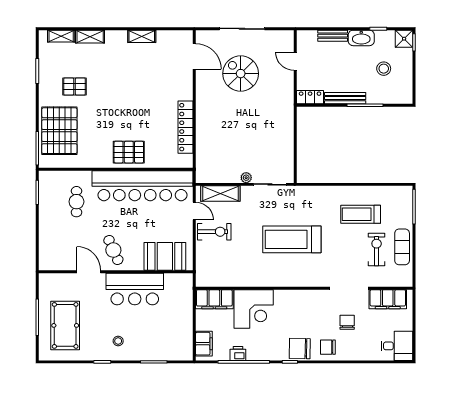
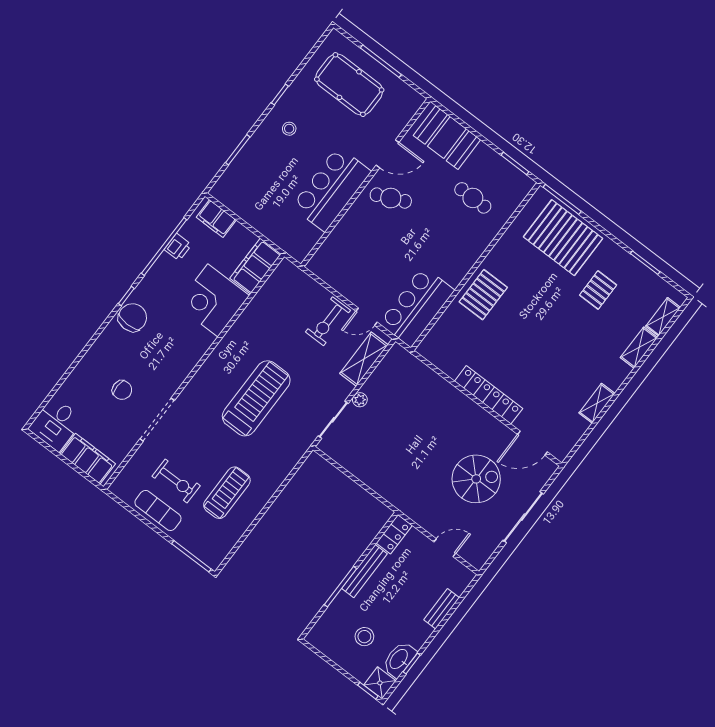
washbasin: (361, 38) -> (399, 659), moved
locker: (185, 127) -> (489, 395), moved
bar counter: (143, 186) -> (417, 307), width x0.54
booth: (165, 256) -> (447, 138), moved, turned 90
filing cabinet: (388, 299) -> (88, 459), moved, turned 90
chair: (328, 347) -> (111, 349), removed

